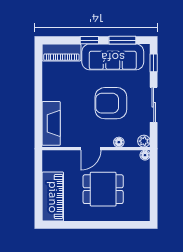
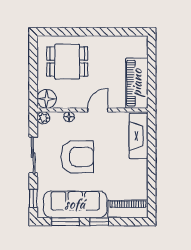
floor lamp: (145, 155) -> (47, 99), width x1.89, depth x1.89
dining table: (103, 189) -> (67, 62), moved
piano: (53, 197) -> (137, 83), moved

